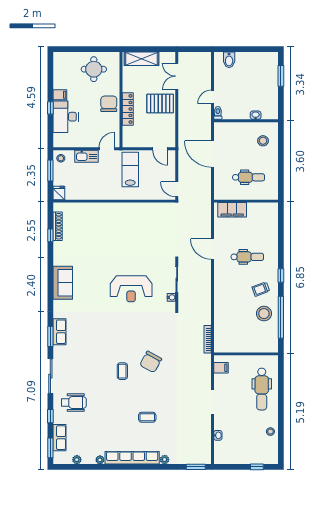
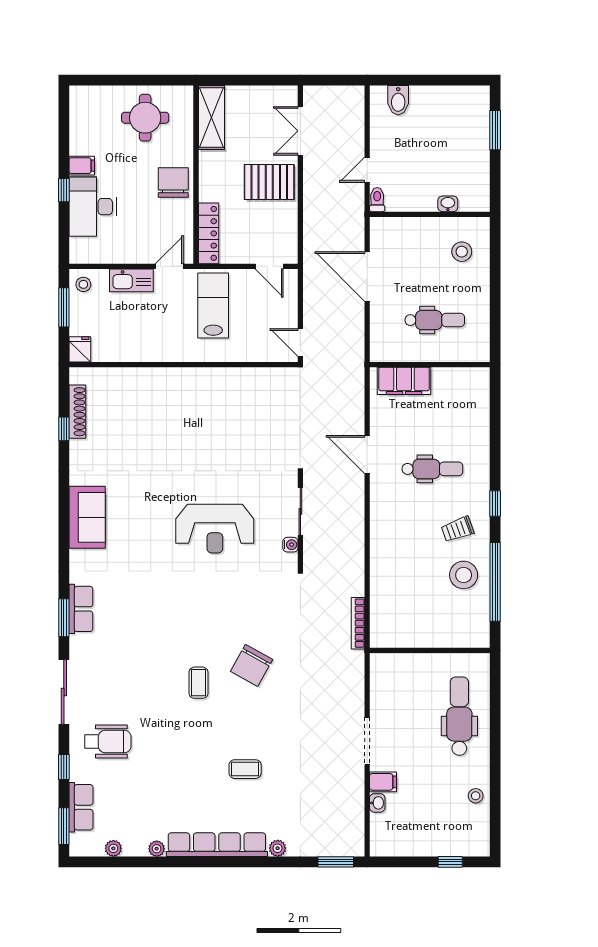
shelving: (142, 59) -> (211, 118), moved, turned 90
locker: (128, 109) -> (209, 233), moved
filing cabinet: (221, 368) -> (383, 782), moved
dental chair: (262, 389) -> (459, 716), turned 180

